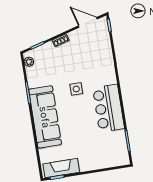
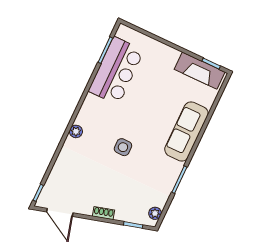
plant: (112, 79) -> (76, 131), added
bar counter: (108, 108) -> (116, 71), moved
sofa: (45, 117) -> (186, 131), width x0.74, depth x0.79

